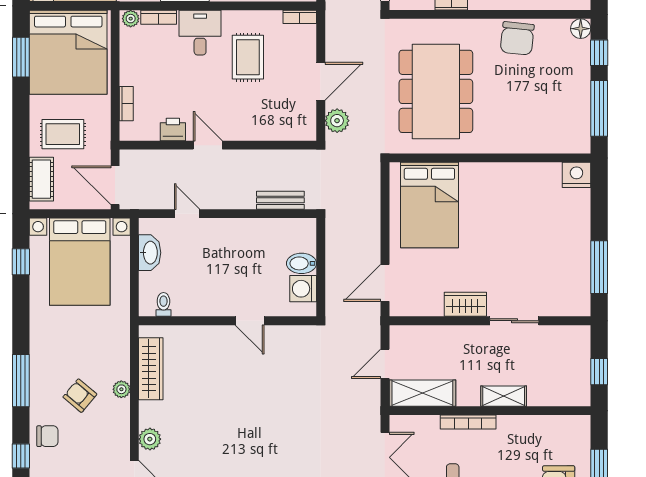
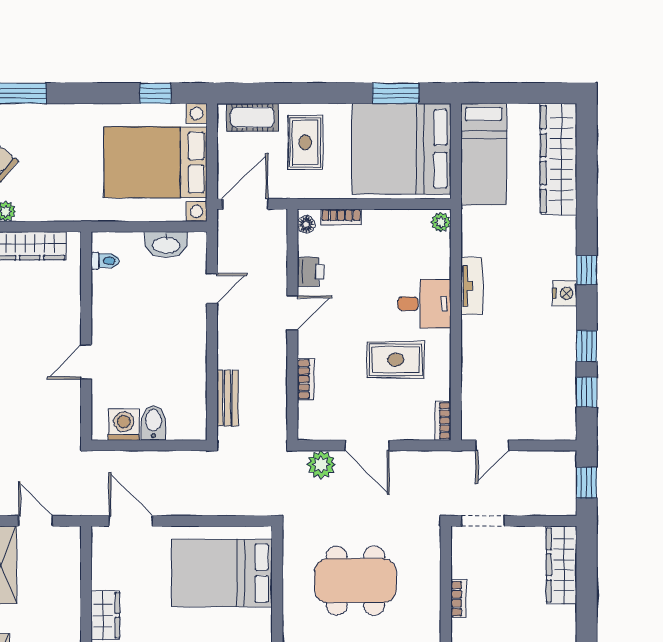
bookcase: (159, 17) -> (306, 379), moved, turned 180
dining table: (436, 91) -> (355, 581), width x0.73, depth x0.80
floor lamp: (133, 133) -> (306, 224), added

